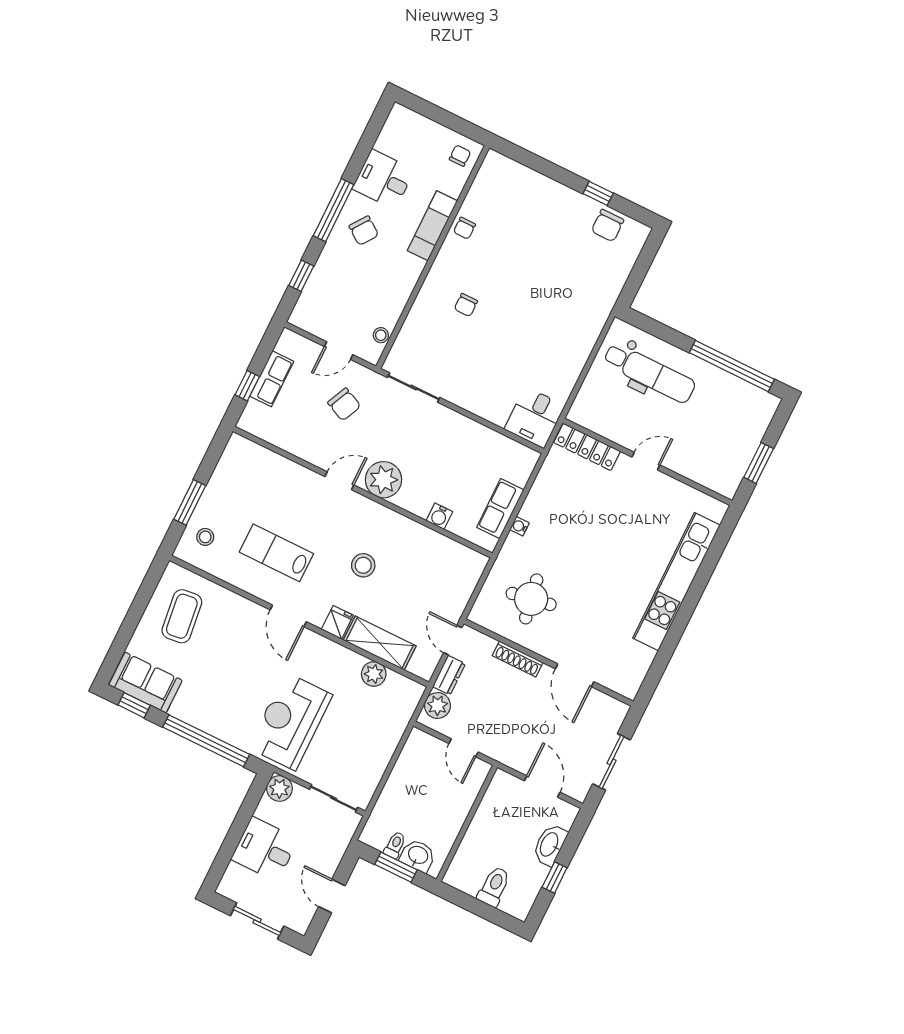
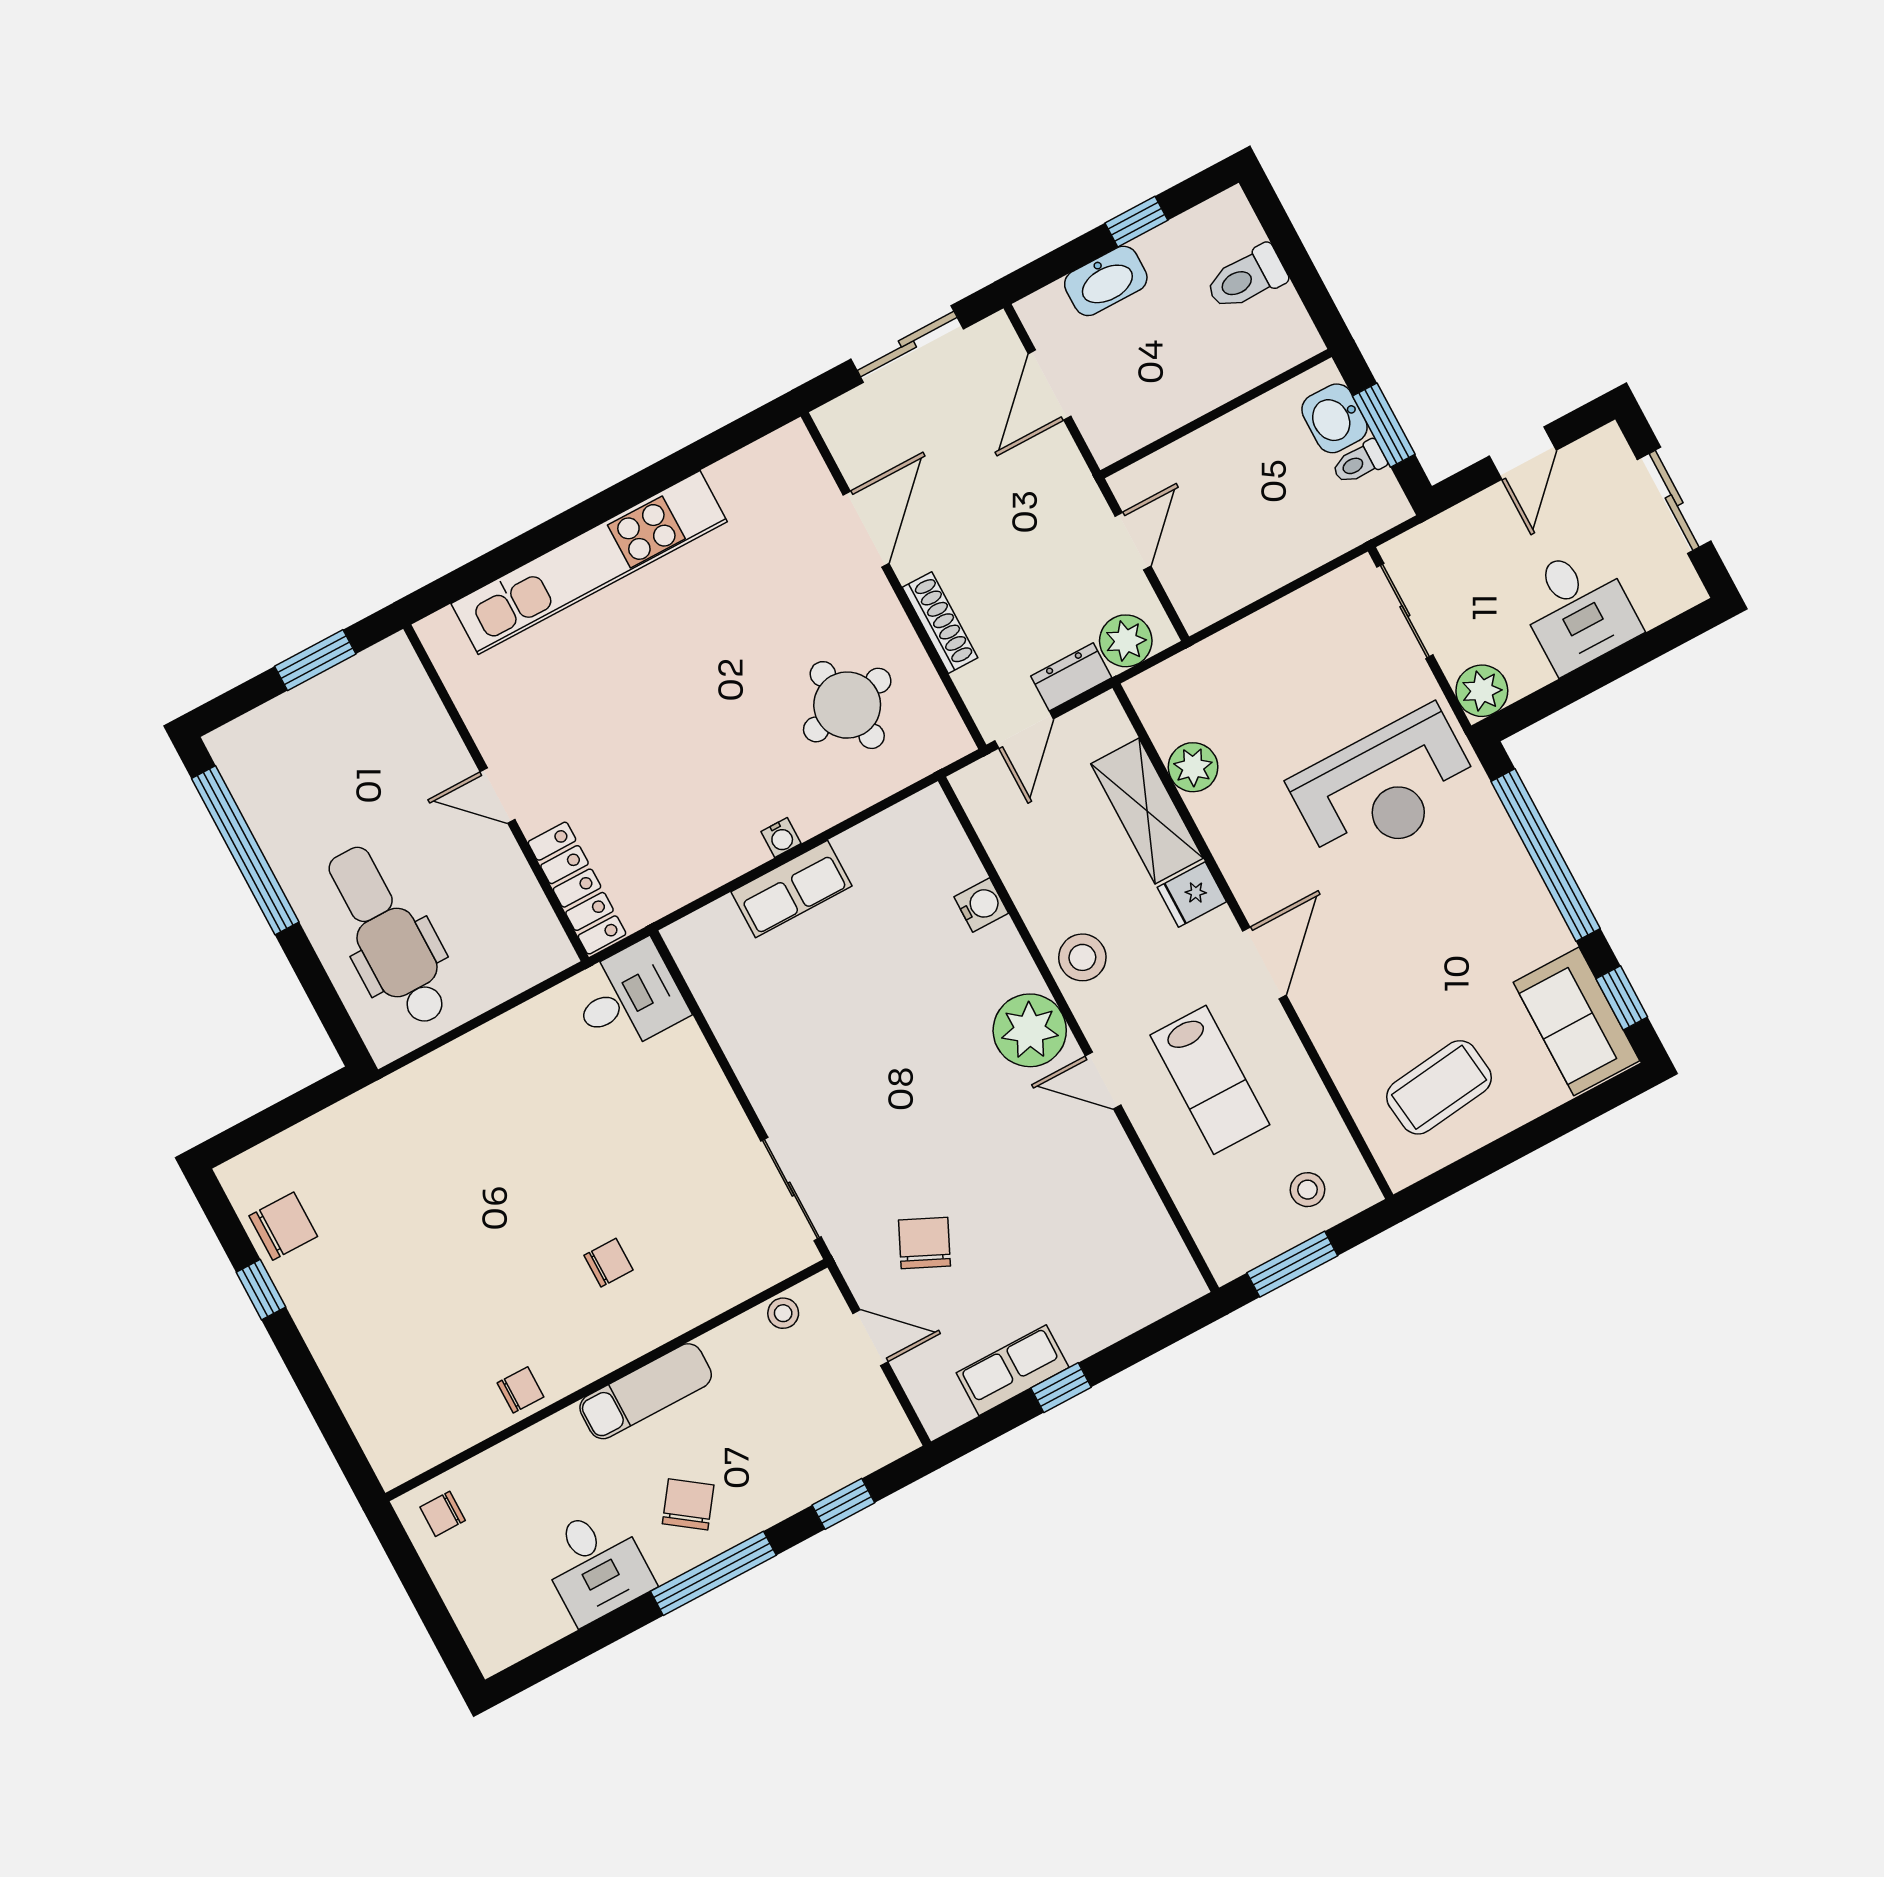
exam couch: (432, 226) -> (646, 1391), moved
plant: (384, 480) -> (1030, 1030), moved
door: (339, 481) -> (1103, 1081), moved
wall: (363, 492) -> (1078, 1034), moved
water cooler: (439, 516) -> (981, 905), moved

